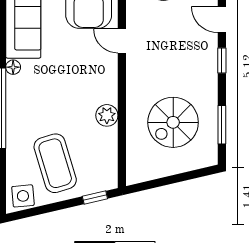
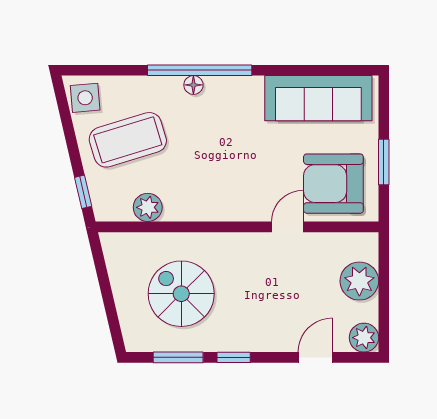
window: (222, 60) -> (234, 357), moved
floor lamp: (13, 67) -> (193, 85), moved
plant: (107, 115) -> (148, 207), moved

